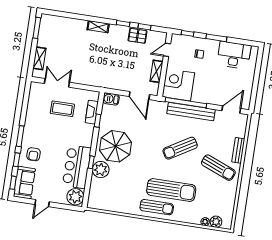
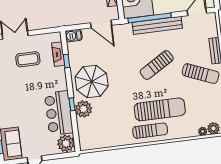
armchair: (33, 154) -> (12, 113), removed

